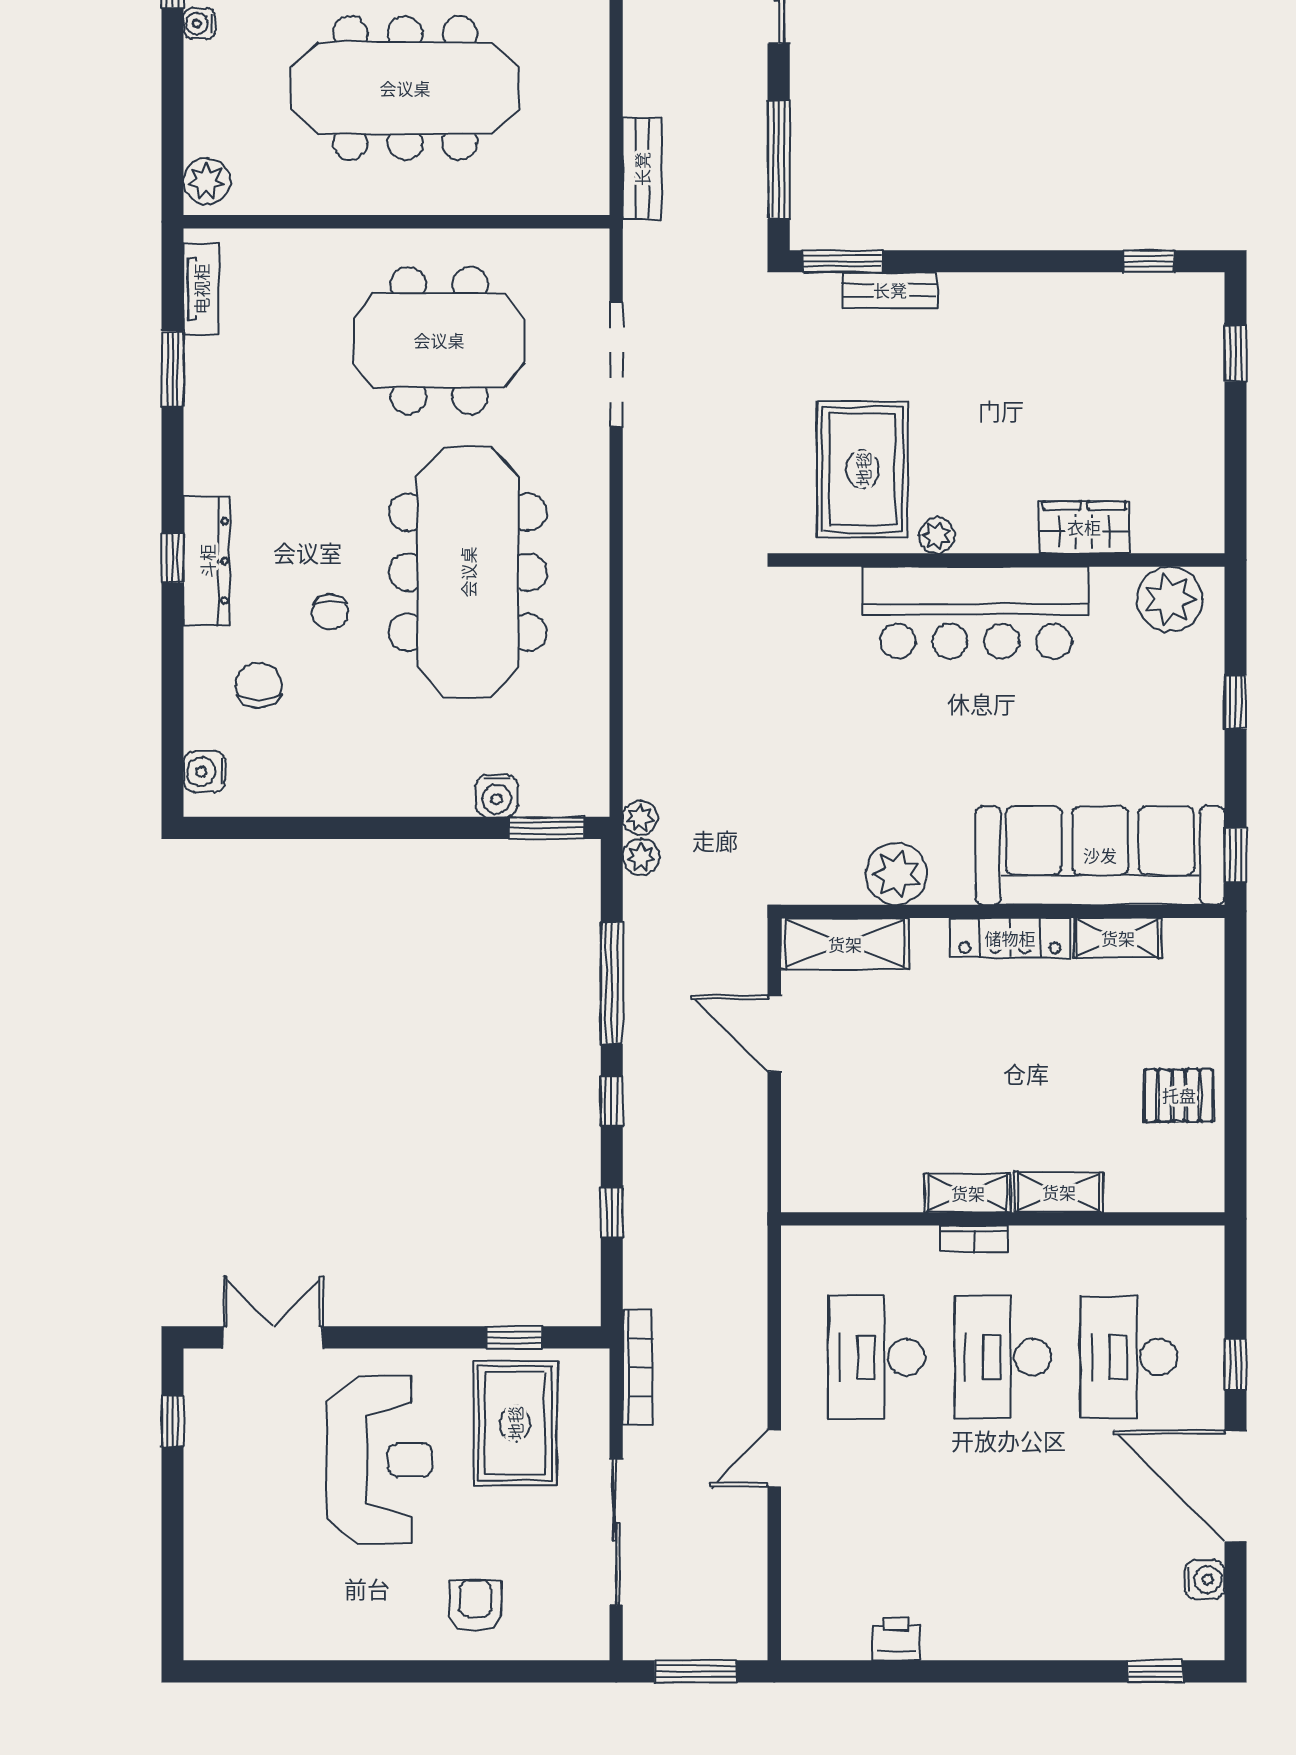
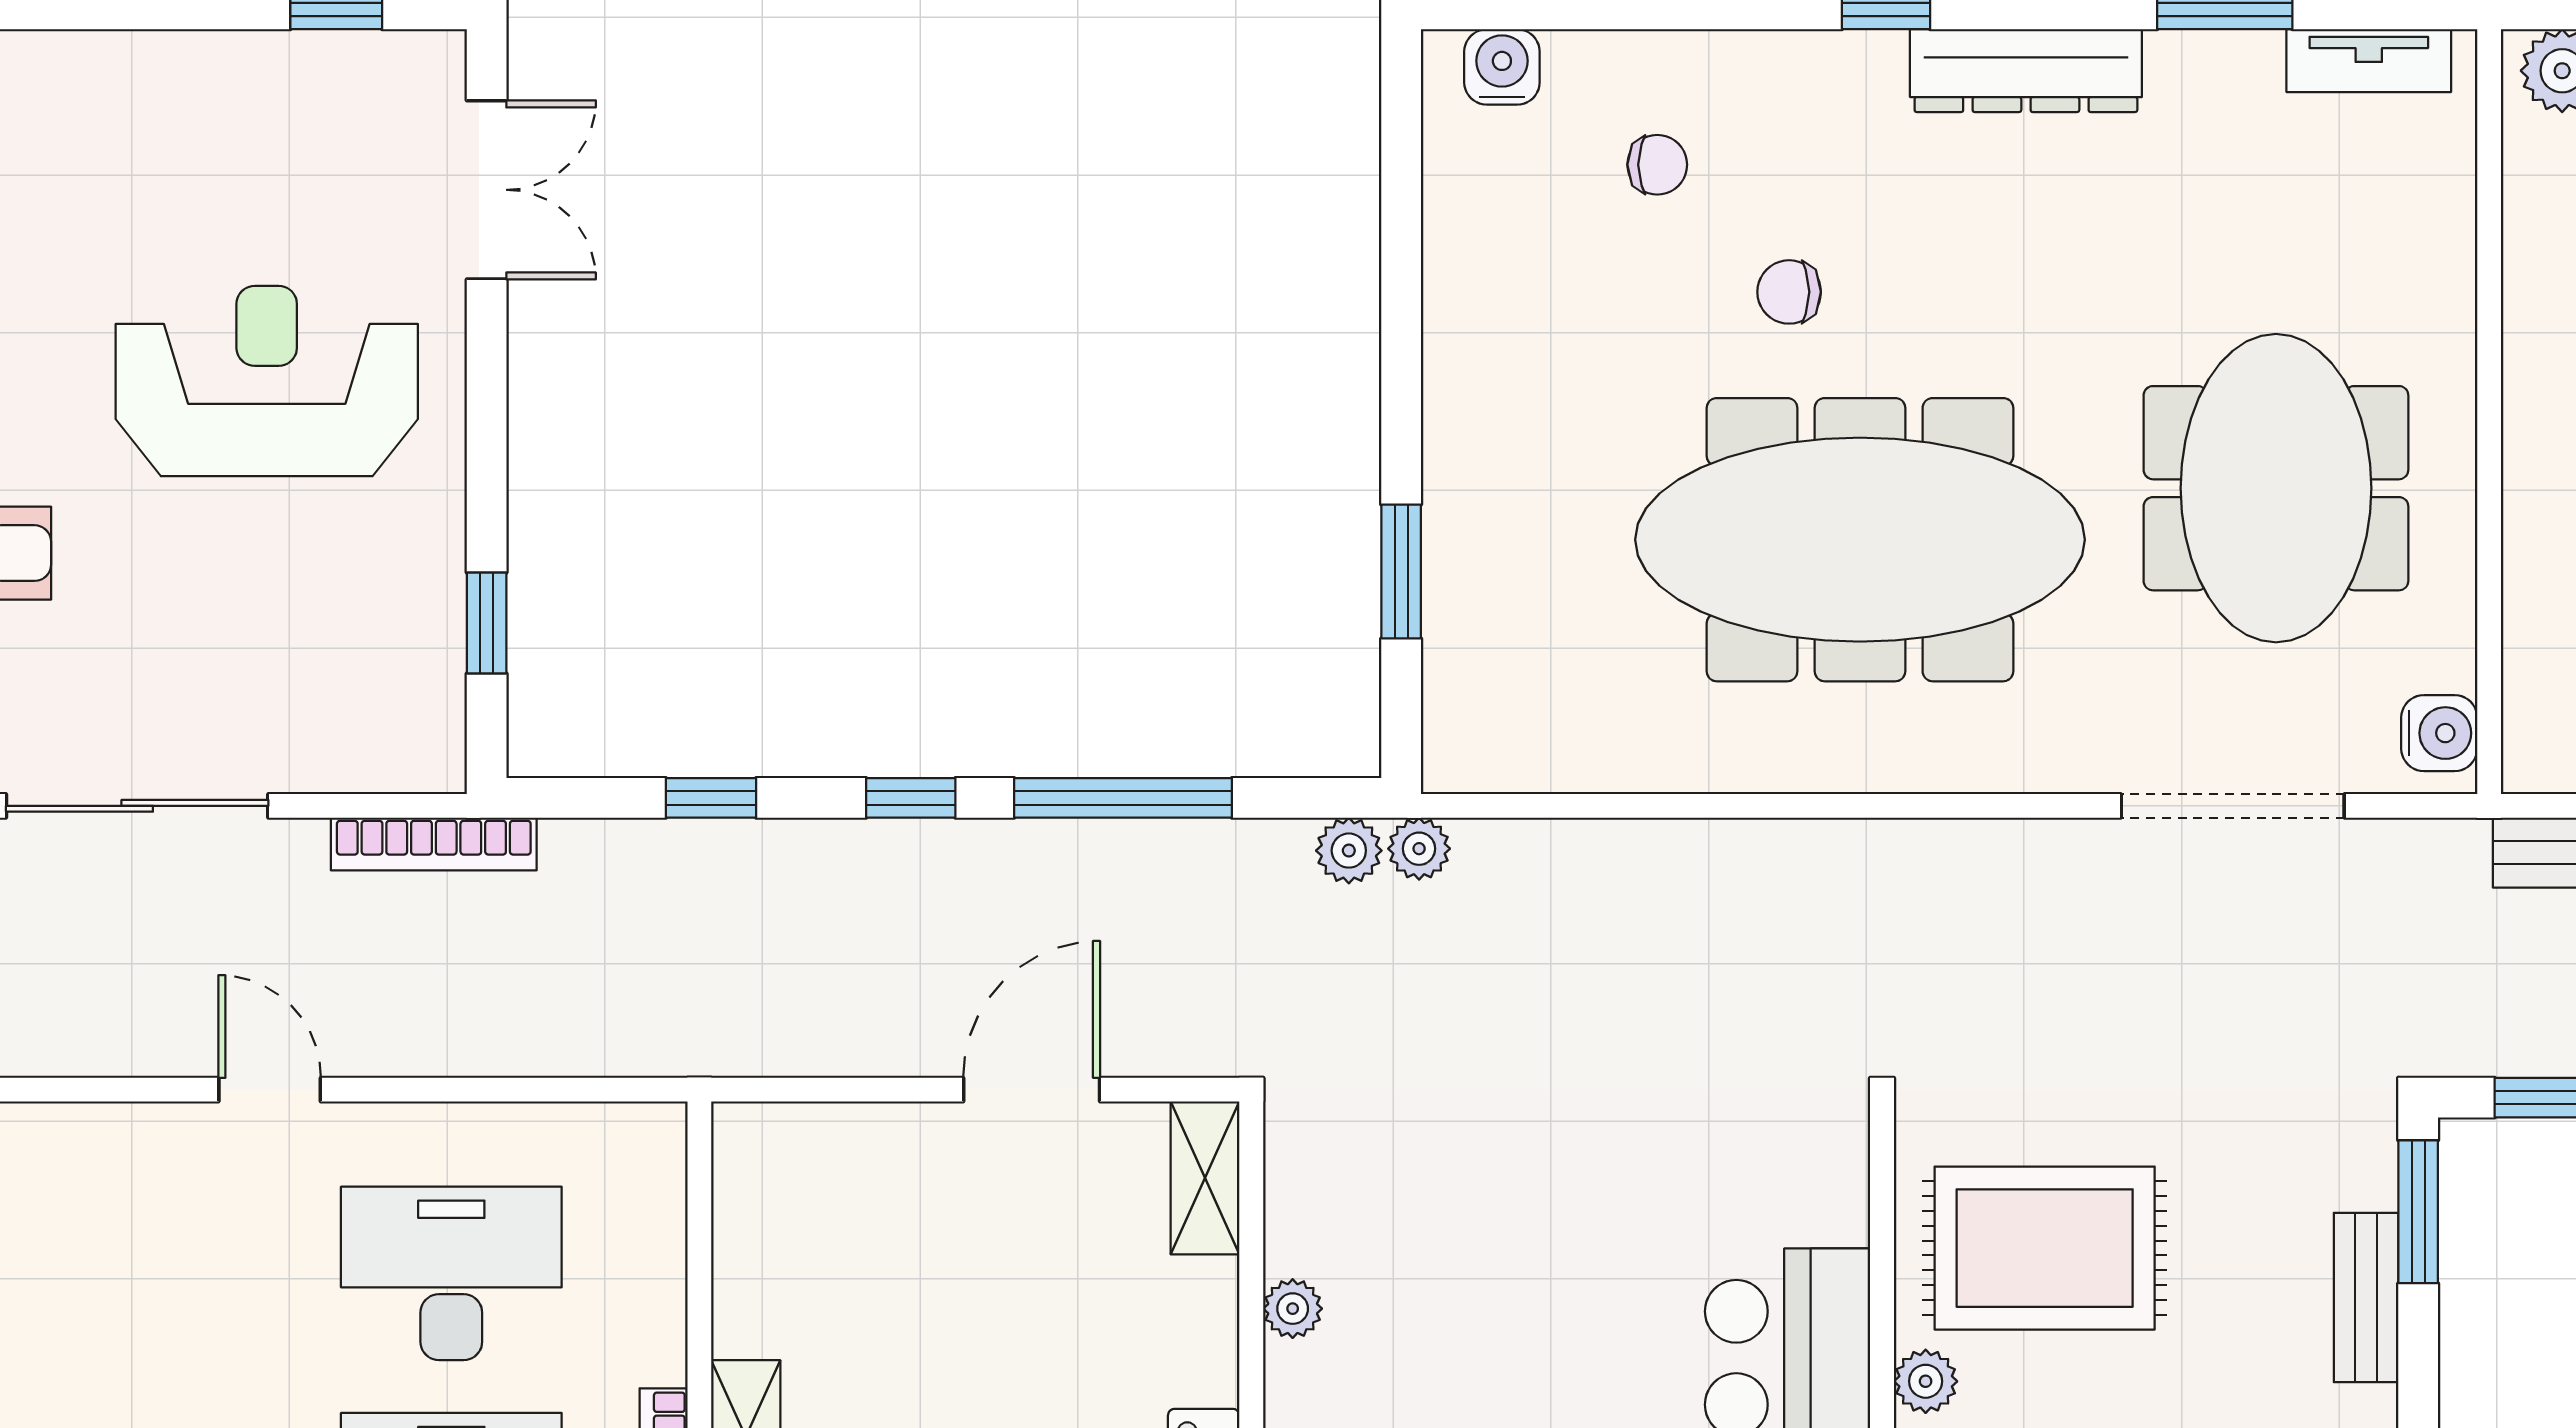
dresser: (207, 561) -> (2026, 71), moved
chair: (259, 685) -> (1657, 165), width x0.73, depth x0.73
water cooler: (497, 796) -> (2439, 733), moved, turned 180
window: (546, 828) -> (1401, 571), moved
plant: (896, 874) -> (1293, 1309), width x0.53, depth x0.53
shelving: (845, 944) -> (1205, 1178), width x0.67, depth x0.75
rug: (515, 1423) -> (332, 624), removed
reception desk: (379, 1460) -> (267, 381), turned 180

